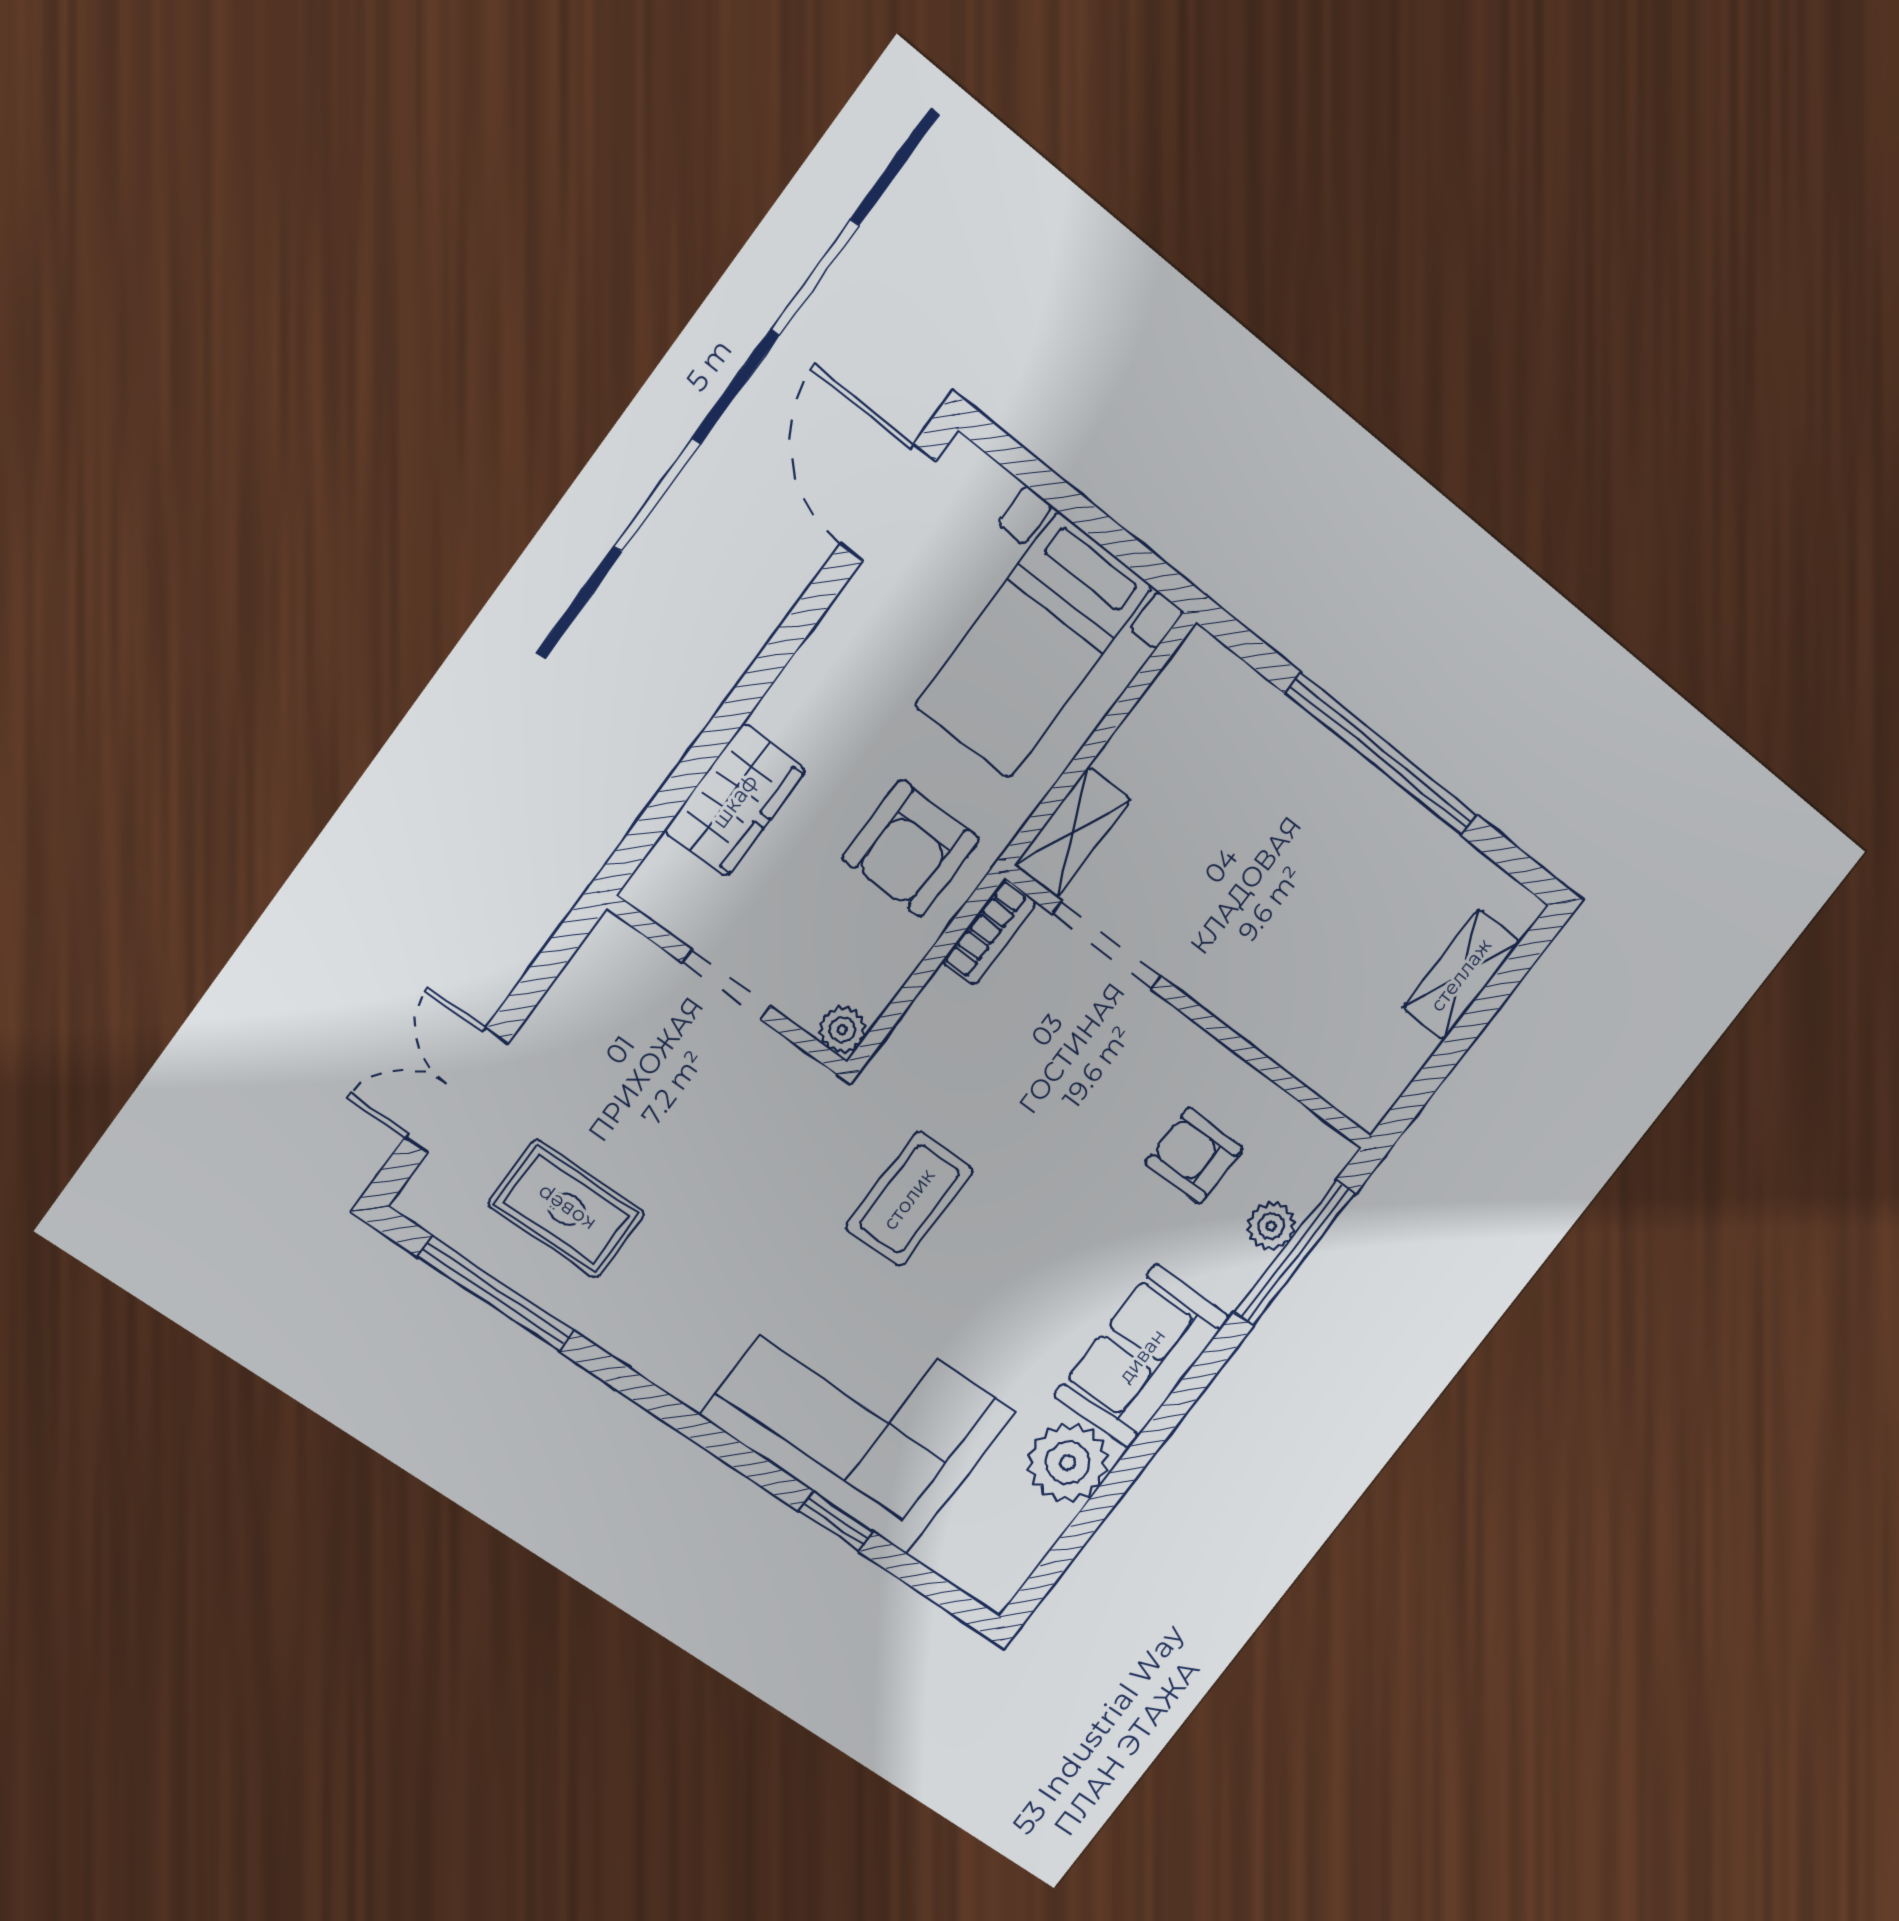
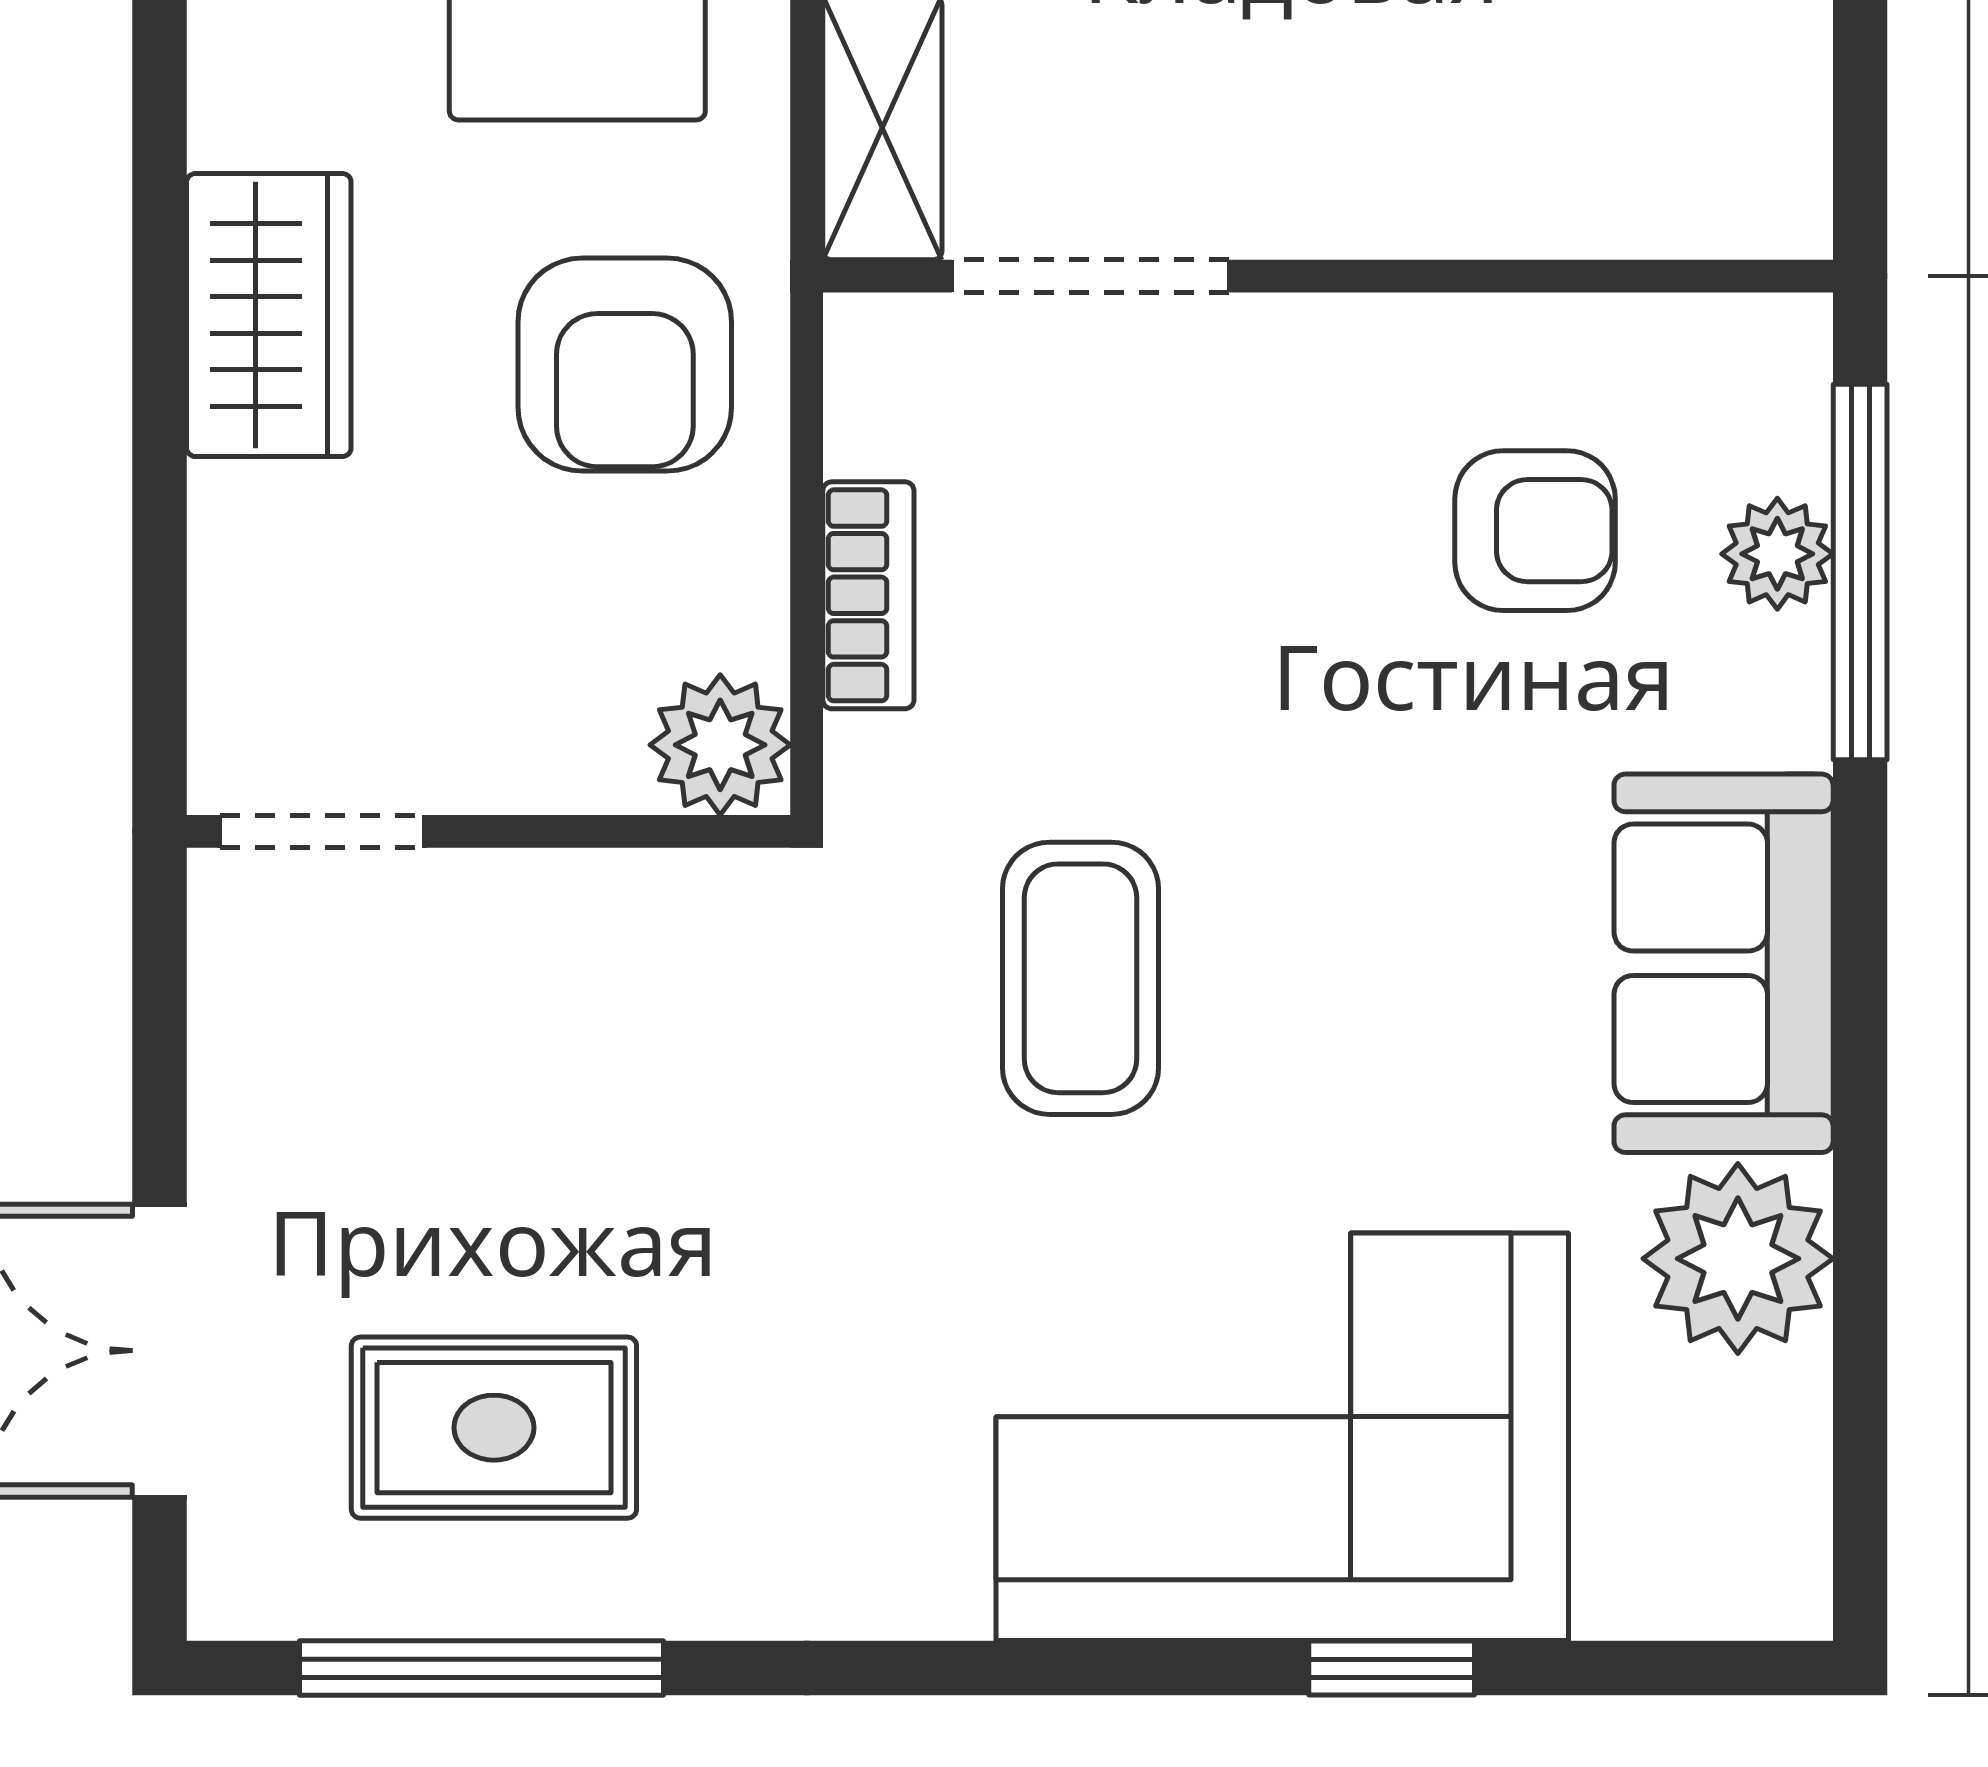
wardrobe: (735, 801) -> (269, 315), moved
bookcase: (990, 932) -> (868, 595), moved
doorway: (726, 985) -> (322, 831), moved
plant: (842, 1030) -> (720, 745), width x1.38, depth x1.38
armchair: (1194, 1156) -> (1535, 531), turned 180

